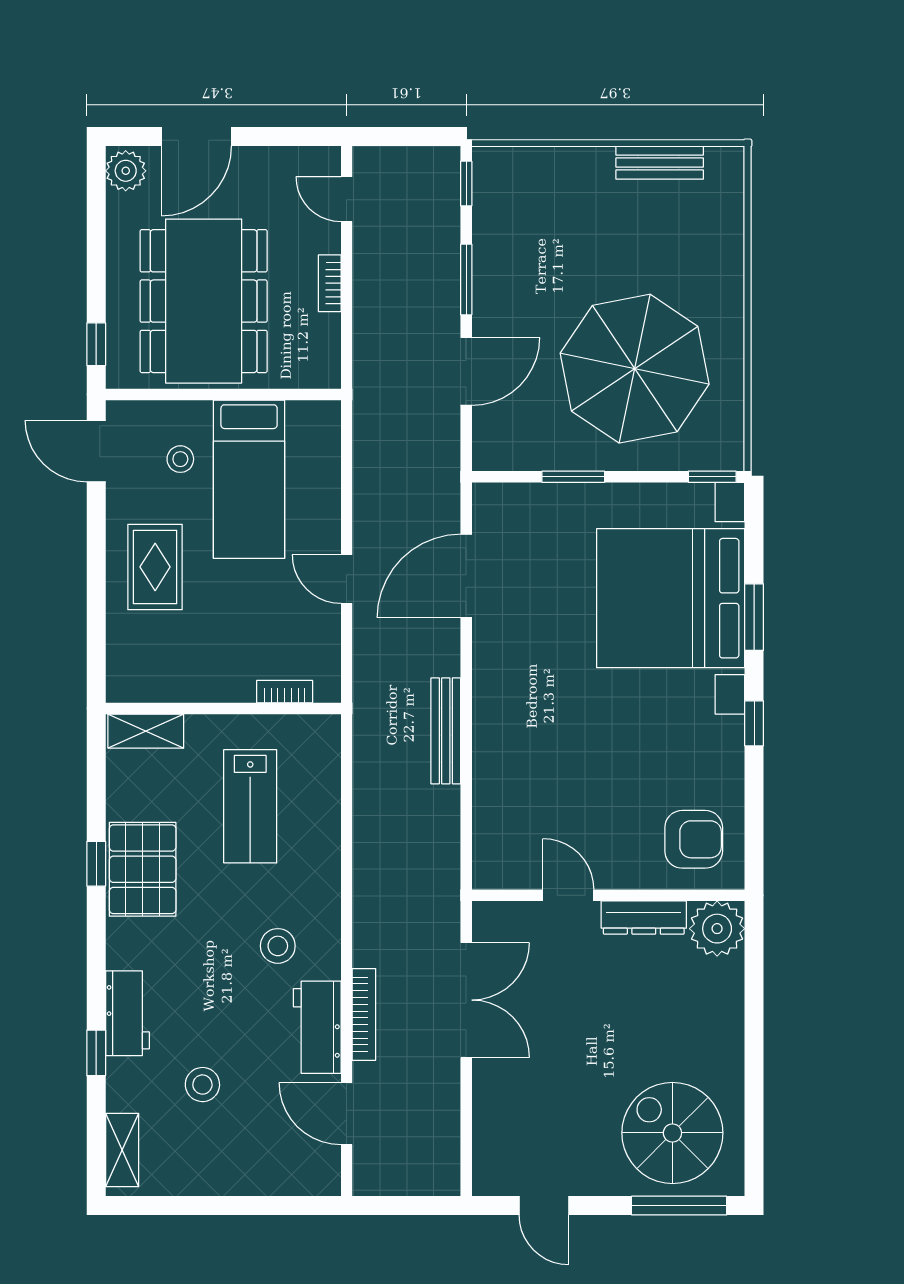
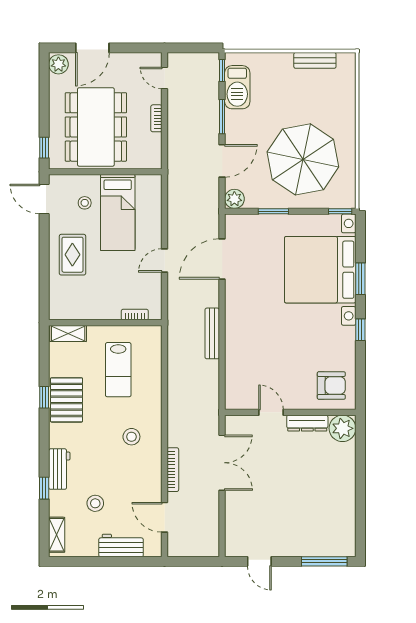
barbecue: (498, 218) -> (237, 87), added
plant: (492, 451) -> (234, 199), added
door: (347, 579) -> (165, 260), hinge flipped
workbench: (317, 1027) -> (121, 546), moved, turned 90
spiral stairs: (672, 1133) -> (321, 527), removed

